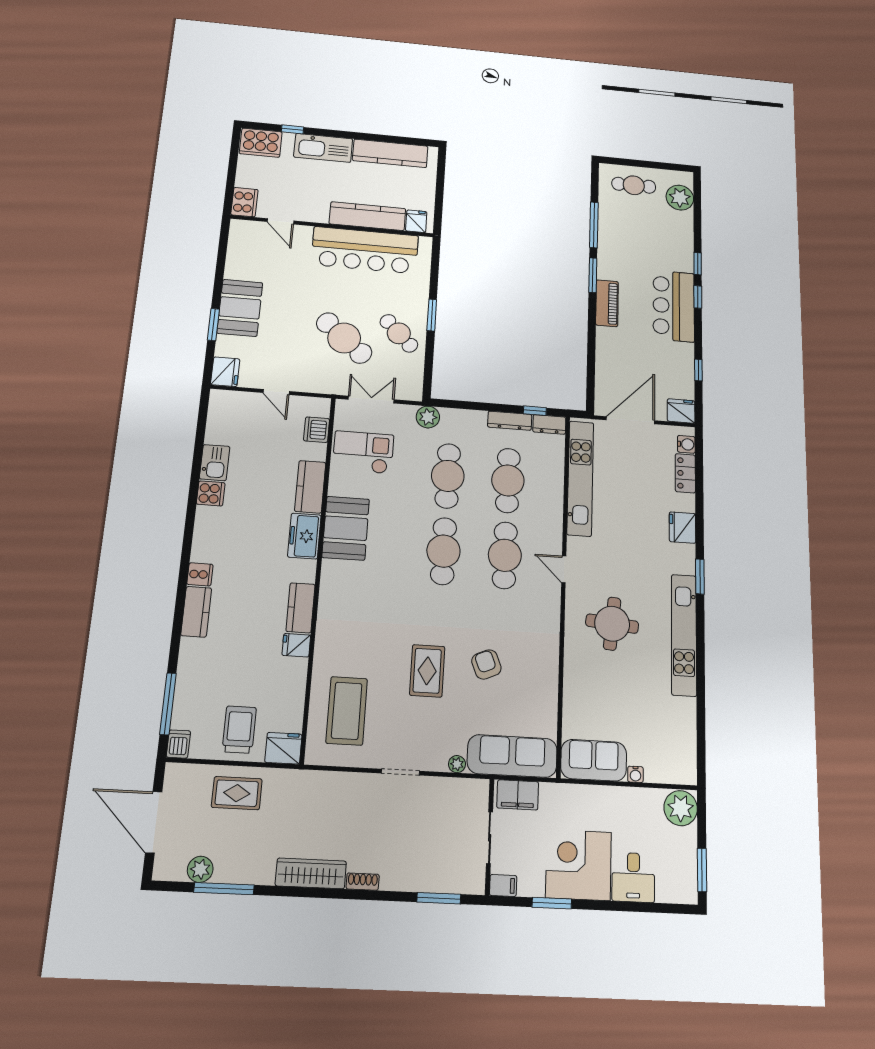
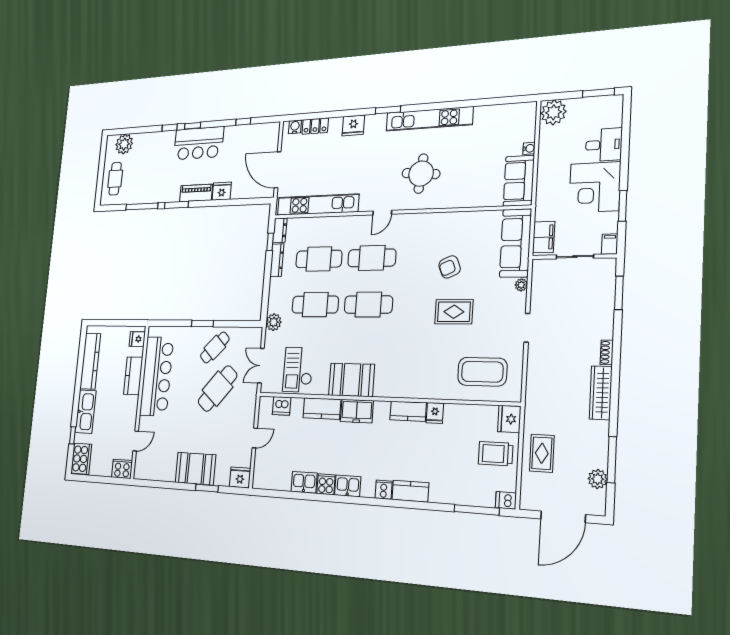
kitchen counter: (367, 216) -> (133, 376), width x0.67
fridge: (681, 411) -> (222, 191), moved, turned 90
kitchen sink: (207, 524) -> (348, 486), added

